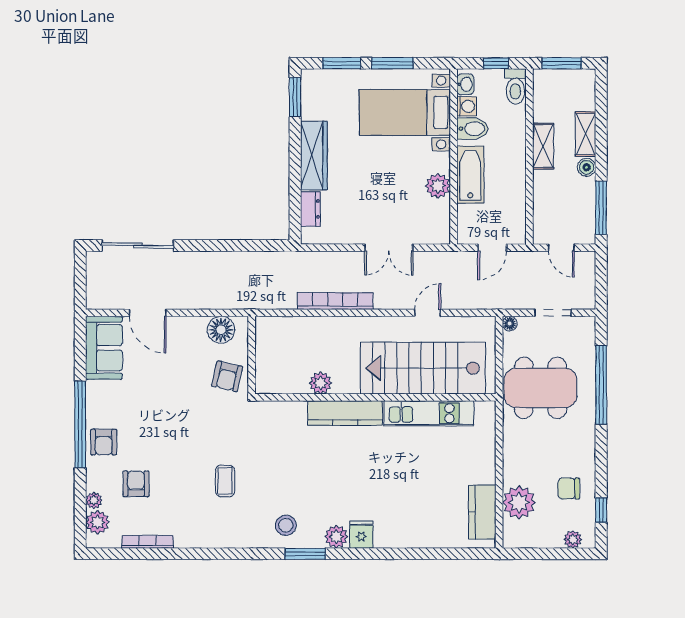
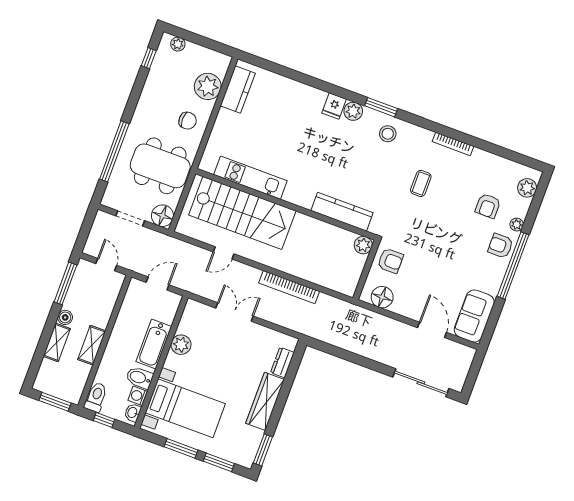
floor lamp: (510, 324) -> (162, 216), width x1.89, depth x1.89
armchair: (227, 376) -> (390, 261), turned 77
plant: (320, 383) -> (363, 245), moved
kitchen counter: (345, 413) -> (342, 212), moved
armchair: (104, 442) -> (500, 246), turned -90
chair: (569, 489) -> (188, 121), moved
plant: (94, 500) -> (517, 225), moved
bookcase: (148, 542) -> (453, 144), moved

